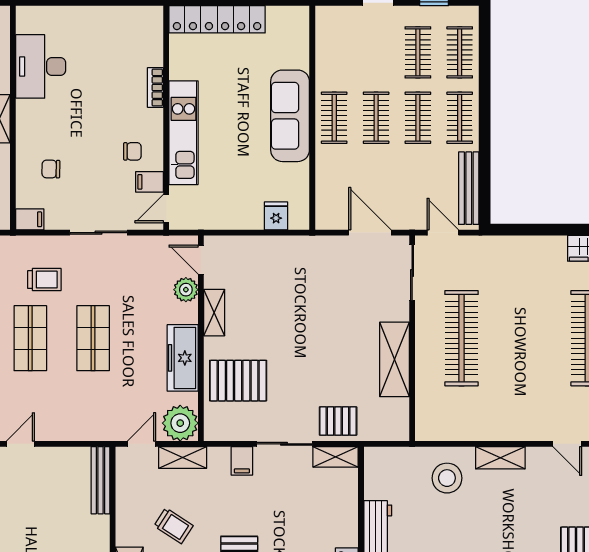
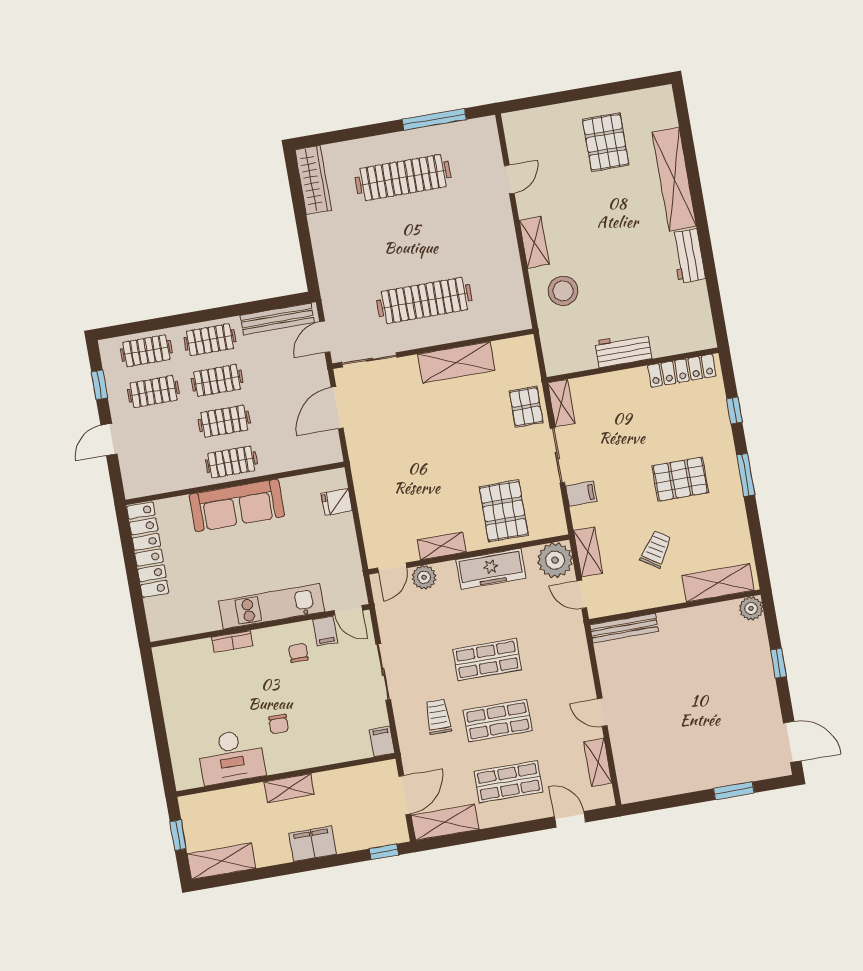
locker: (217, 19) -> (148, 550), moved
chair: (51, 169) -> (278, 724), moved

